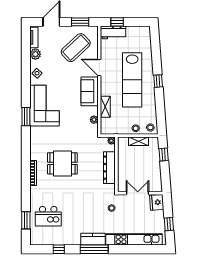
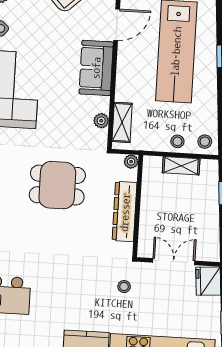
door: (99, 67) -> (117, 25), swing flipped
shelving: (105, 107) -> (122, 122), moved
dining table: (62, 163) -> (57, 185), moved

